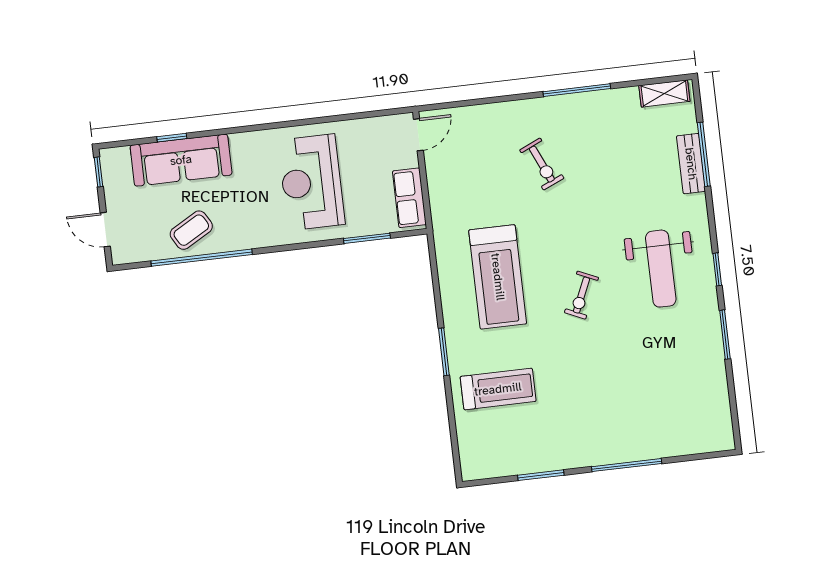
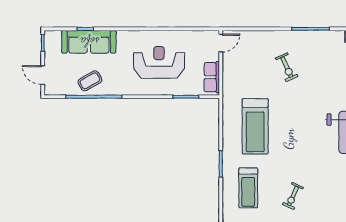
reception desk: (311, 182) -> (159, 62), turned 90
exercise bike: (581, 295) -> (293, 196), moved
treadmill: (498, 389) -> (248, 188), turned 90

